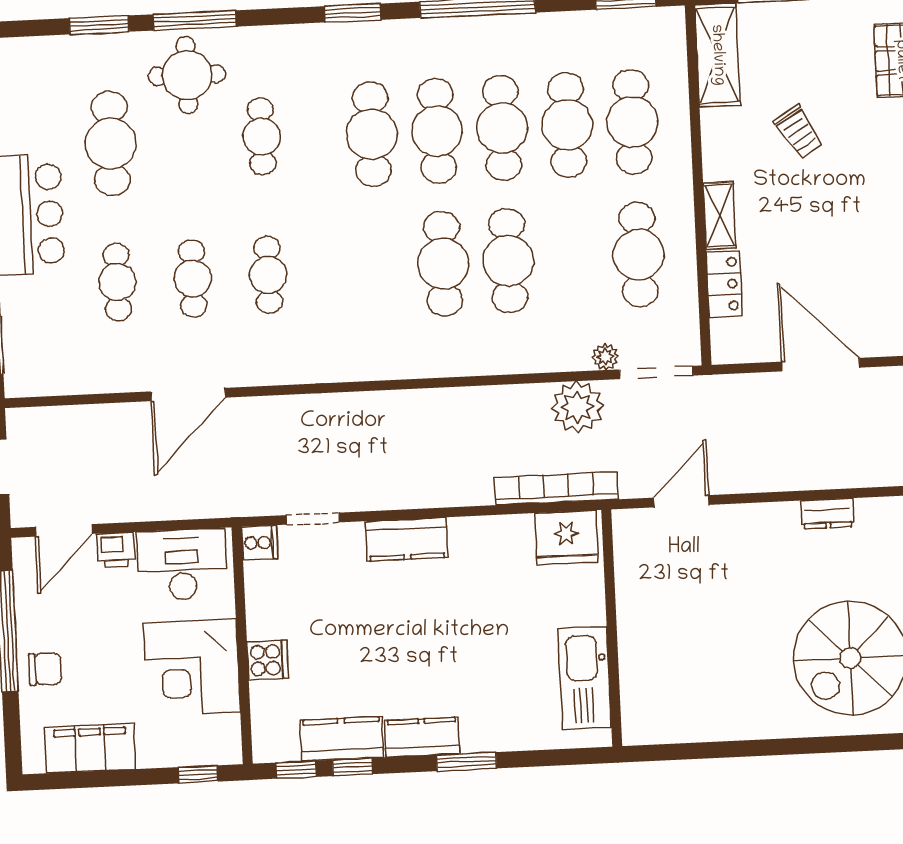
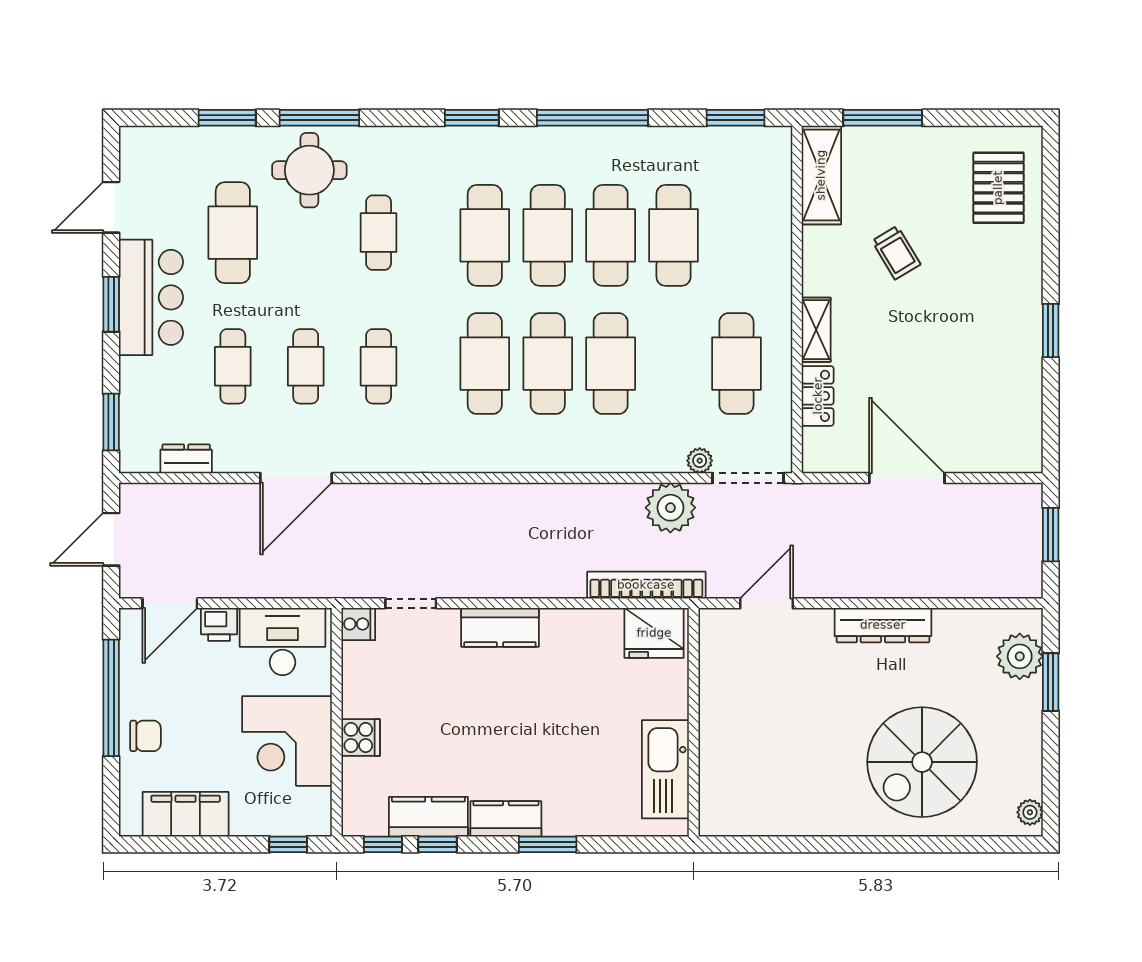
cafe table: (632, 122) -> (485, 364), moved
dresser: (73, 380) -> (186, 459), added
dresser: (827, 514) -> (883, 625), width x1.96, depth x1.24

